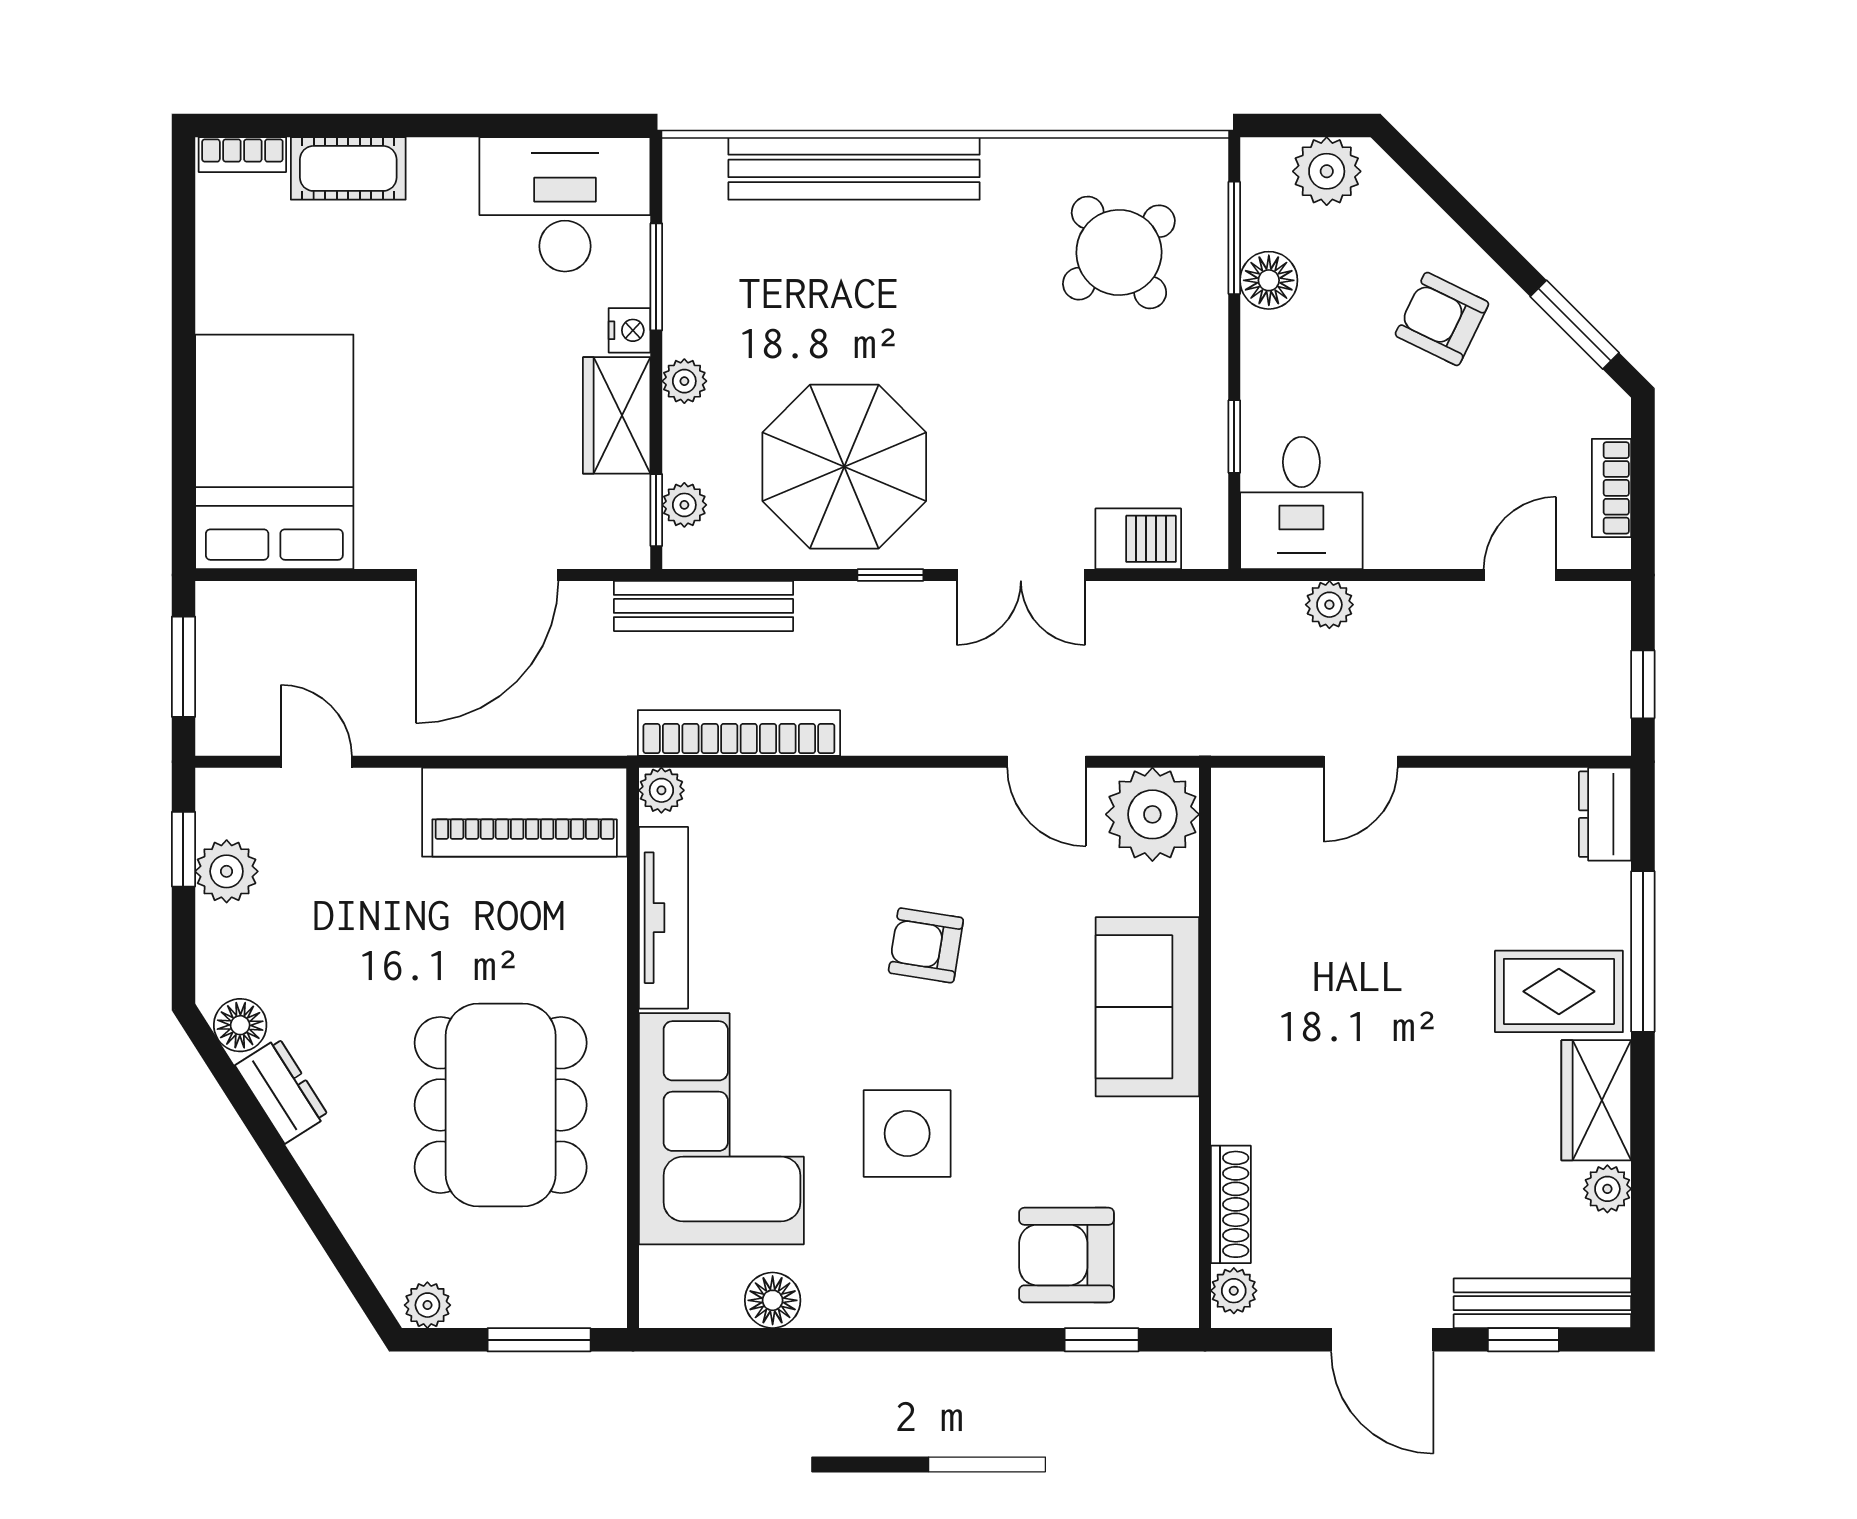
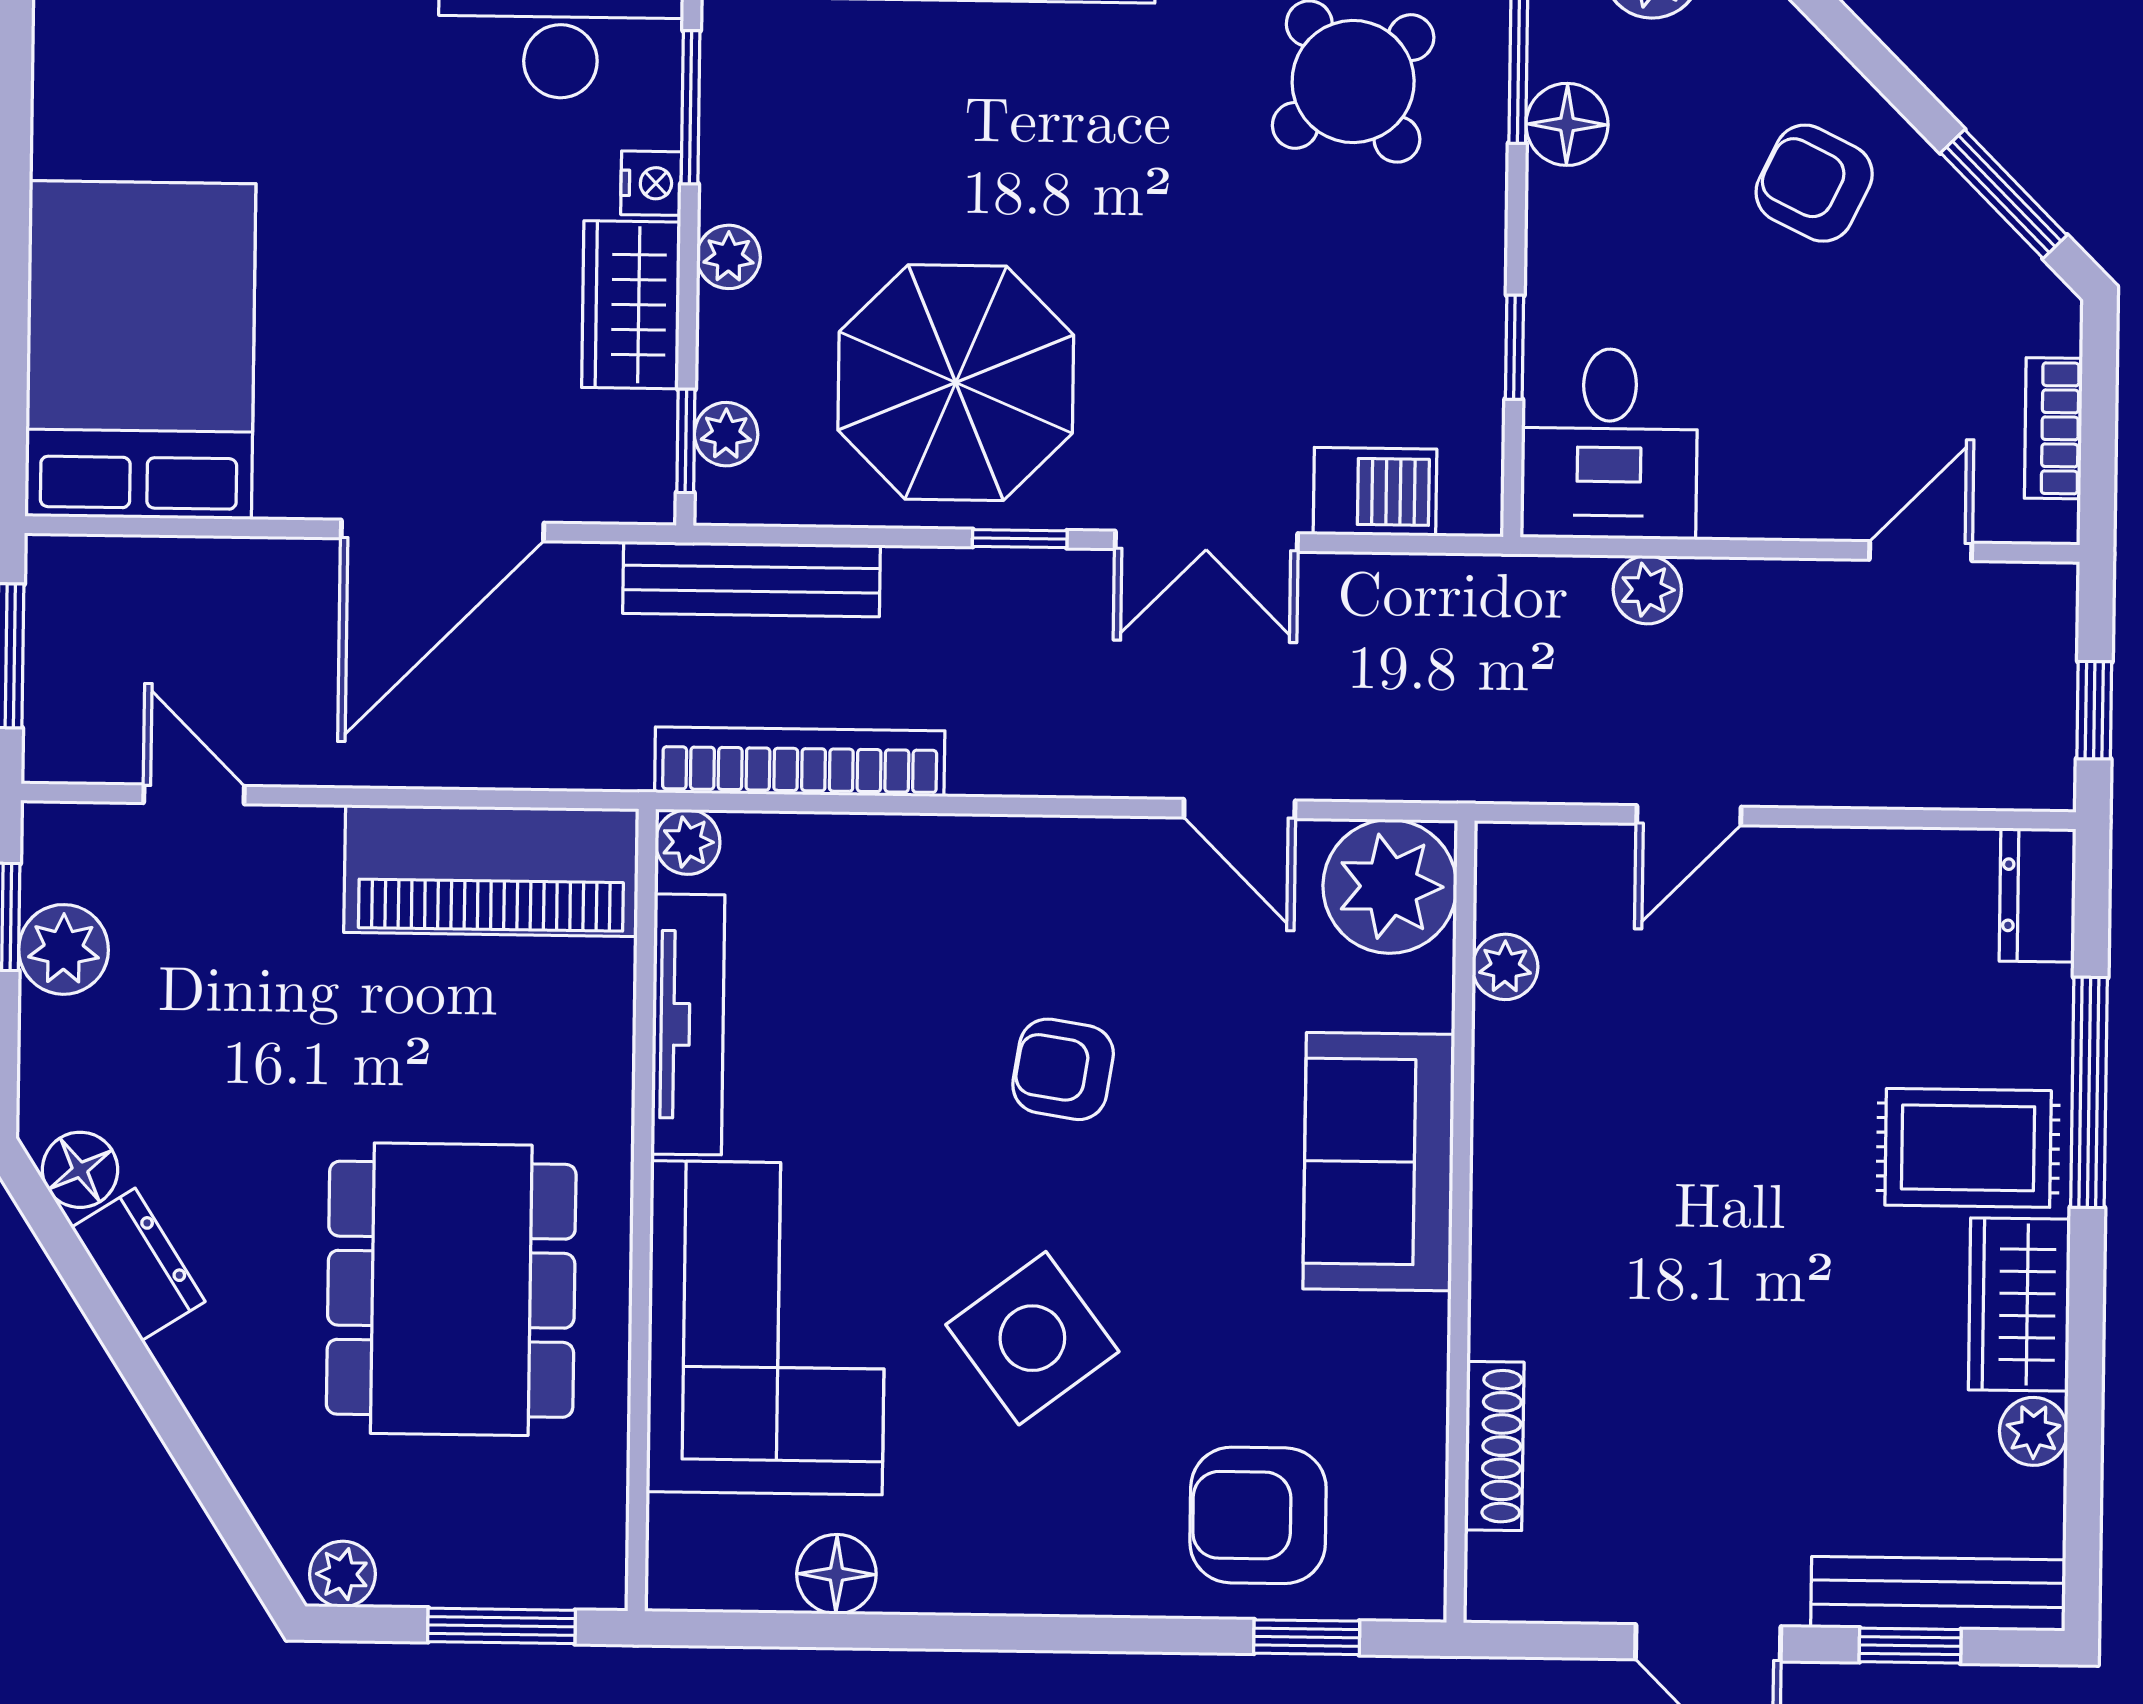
side table: (907, 1133) -> (1032, 1338), turned -37
plant: (1234, 1291) -> (1505, 967), moved

